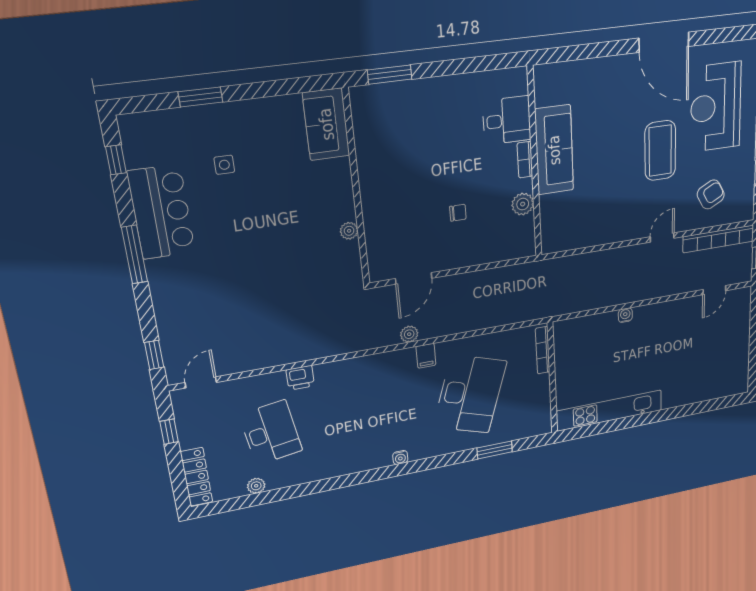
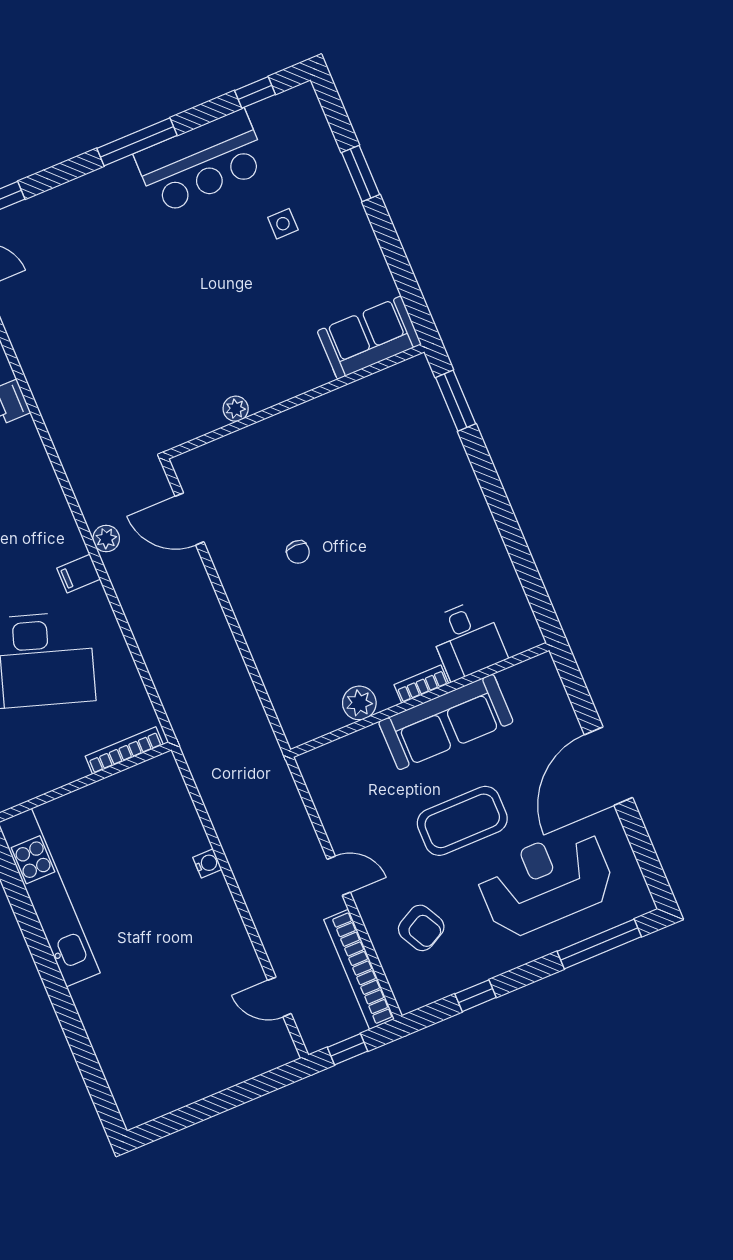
desk: (507, 120) -> (467, 640), moved
sofa: (554, 150) -> (446, 722), moved
bookcase: (525, 160) -> (421, 684), moved
wall: (534, 163) -> (420, 700), moved
plant: (523, 204) -> (359, 703), moved

